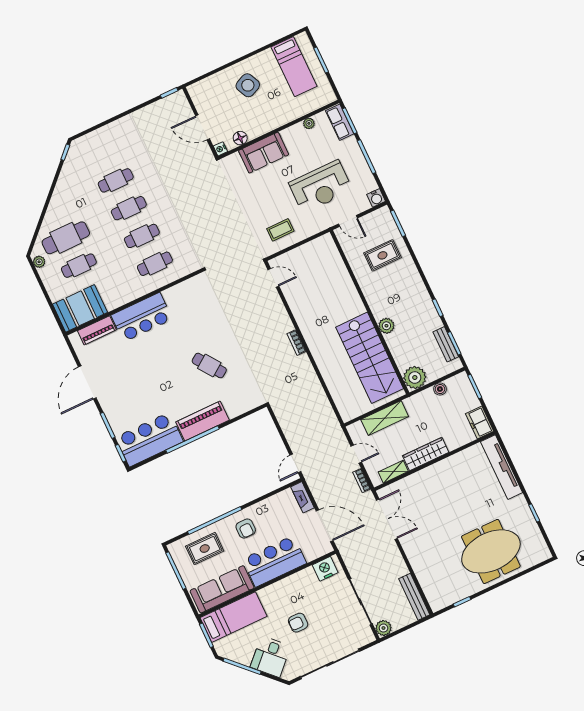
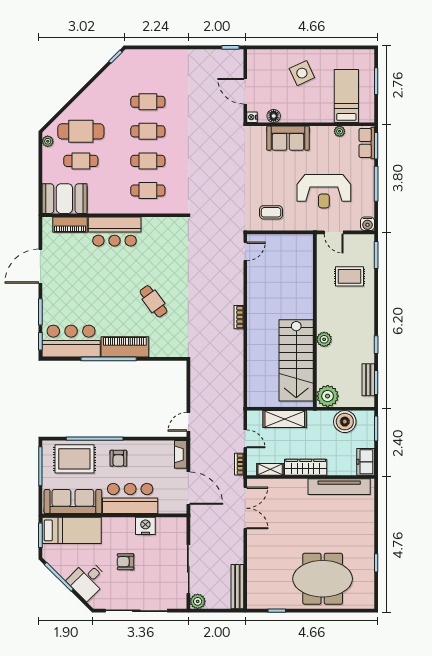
bed: (294, 67) -> (346, 96), moved, turned 180
door: (273, 278) -> (245, 251), hinge flipped
boiler: (440, 389) -> (345, 422), width x1.86, depth x1.86
tv unit: (502, 467) -> (339, 487), moved, turned -90
rug: (205, 549) -> (74, 459), width x1.36, depth x1.43
nightstand: (325, 569) -> (145, 526), moved

